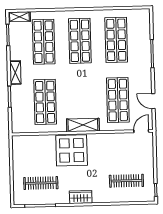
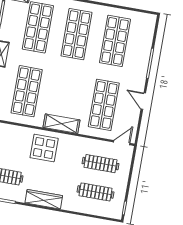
door: (153, 101) -> (143, 101), moved
display table: (72, 150) -> (44, 148), width x0.73, depth x0.73
clothes rail: (126, 154) -> (101, 164), added
wardrobe: (81, 197) -> (44, 199), width x1.50

